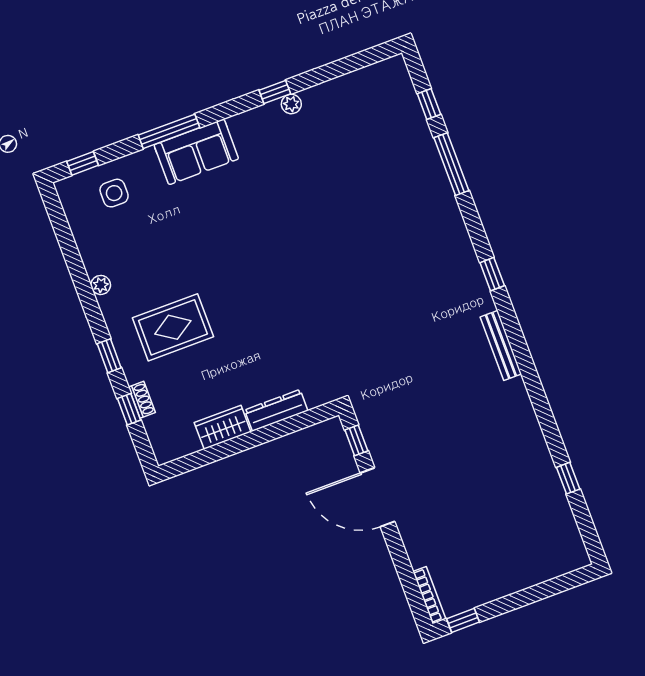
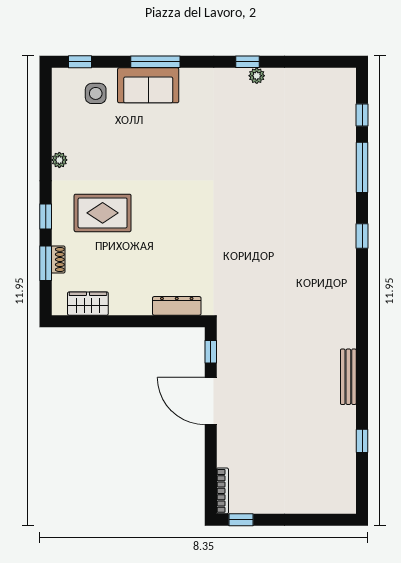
sofa: (196, 152) -> (148, 85), moved
window: (492, 274) -> (362, 236), moved
bench: (501, 345) -> (348, 377), moved
window: (129, 409) -> (46, 263), width x1.50
dresser: (276, 410) -> (177, 306), moved
wardrobe: (223, 427) -> (88, 304), moved

